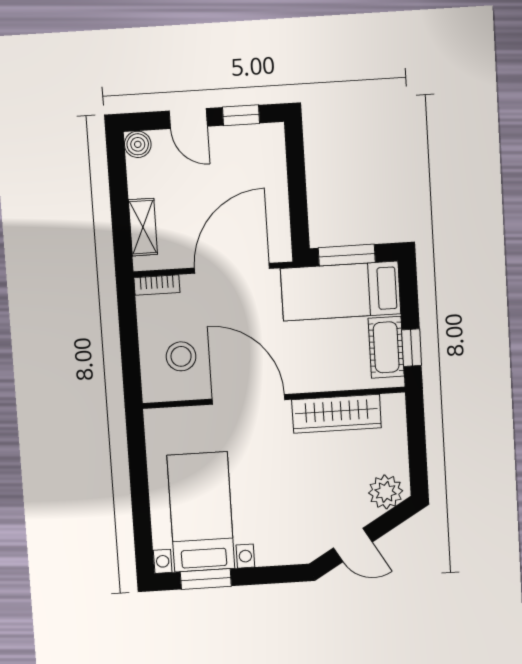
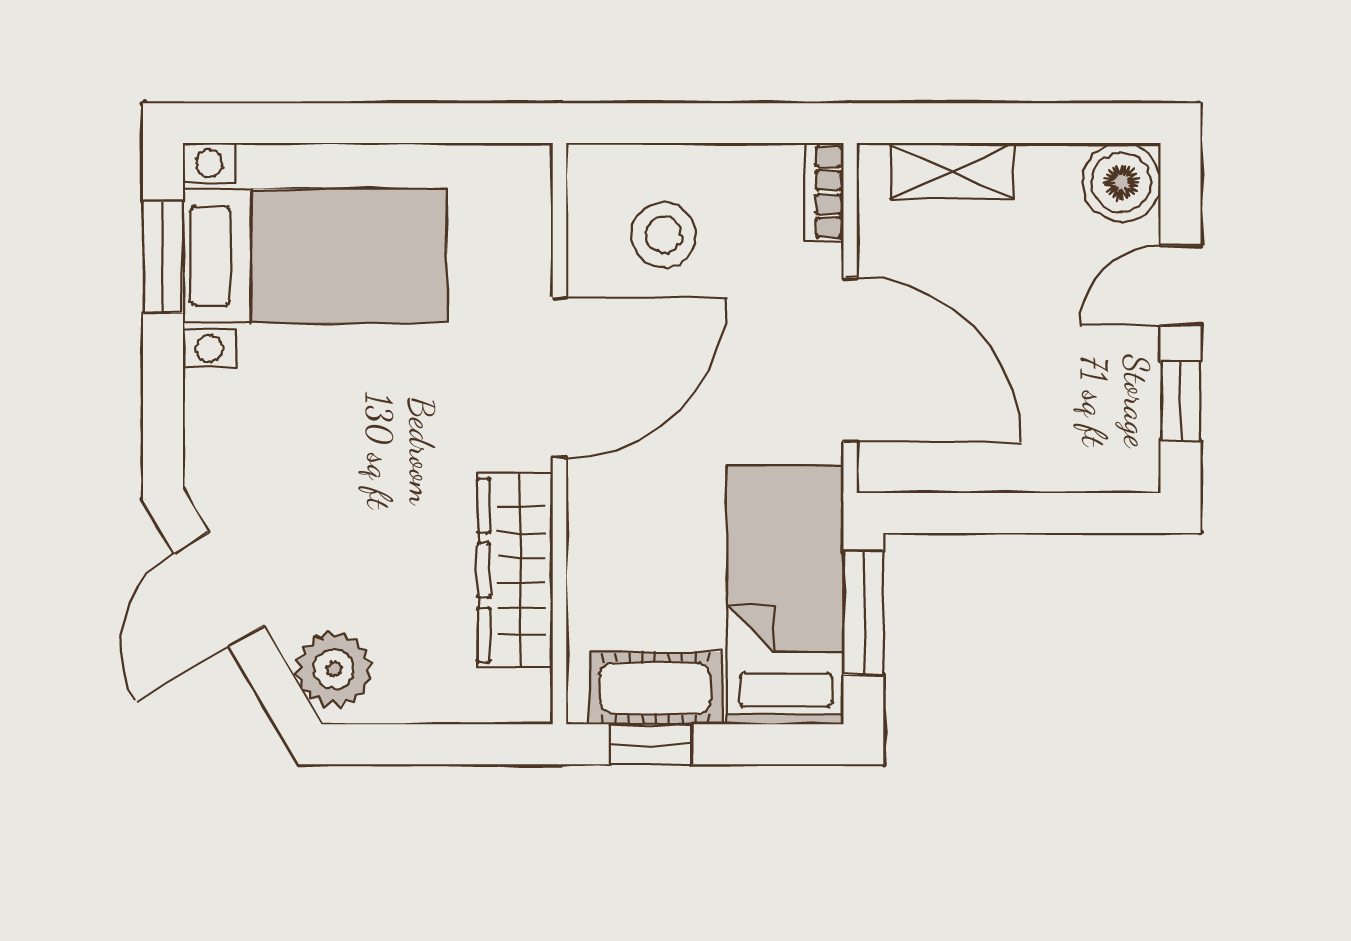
boiler: (138, 144) -> (1121, 182), width x1.36, depth x1.36
door: (353, 545) -> (219, 589), width x1.38

